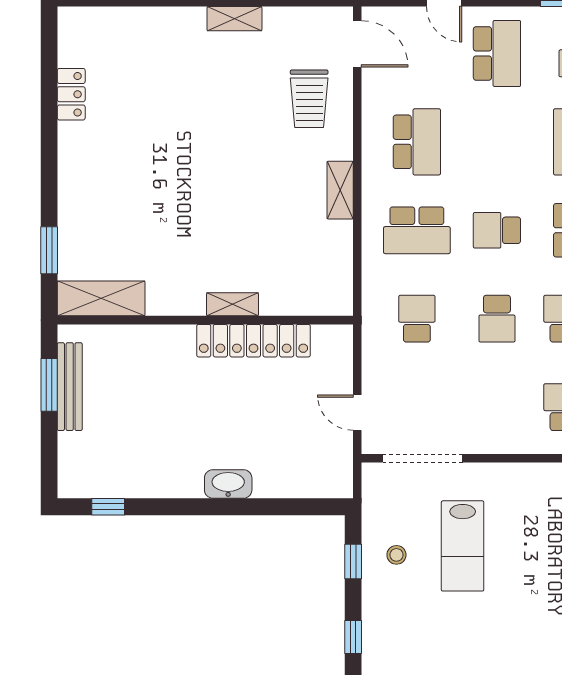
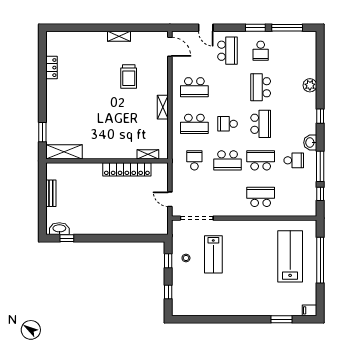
trolley: (309, 99) -> (129, 76), moved
school desk: (417, 142) -> (194, 87), turned 90
shelving: (232, 304) -> (148, 154), moved
school desk: (497, 319) -> (228, 160), width x1.85
window: (49, 385) -> (42, 188), removed
bench: (70, 387) -> (51, 193), width x0.73
washbasin: (228, 484) -> (59, 229), moved

